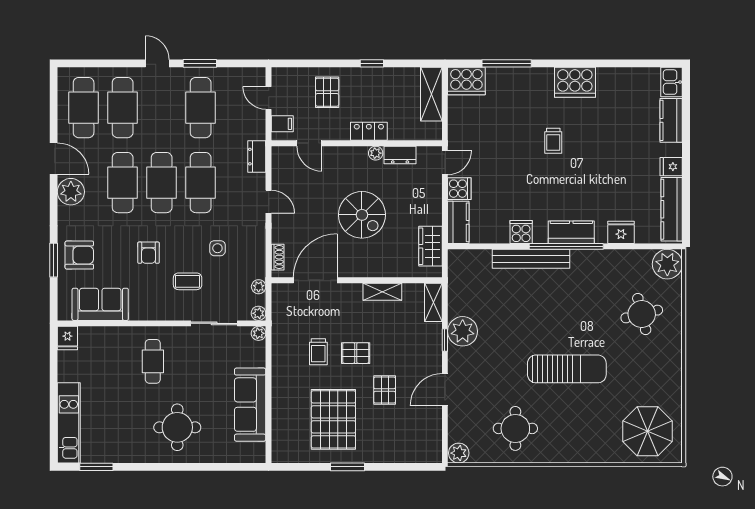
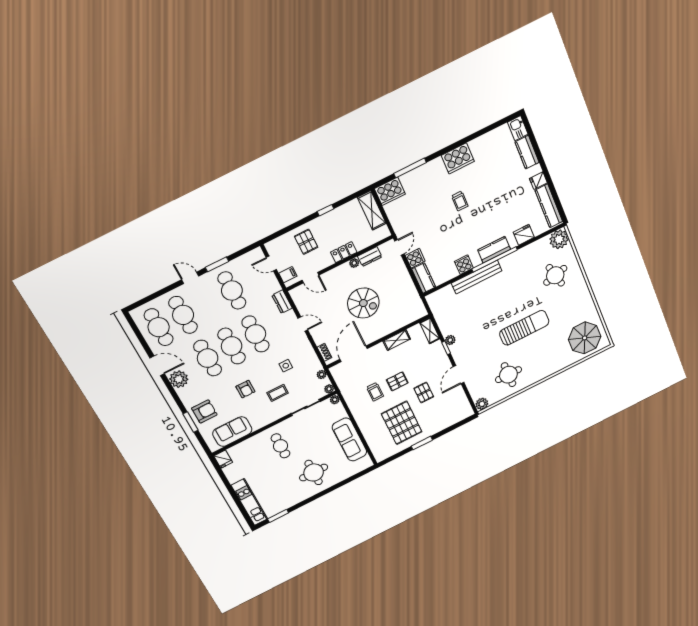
wardrobe: (430, 246) -> (413, 300), removed
plant: (463, 331) -> (450, 340), width x0.53, depth x0.53

